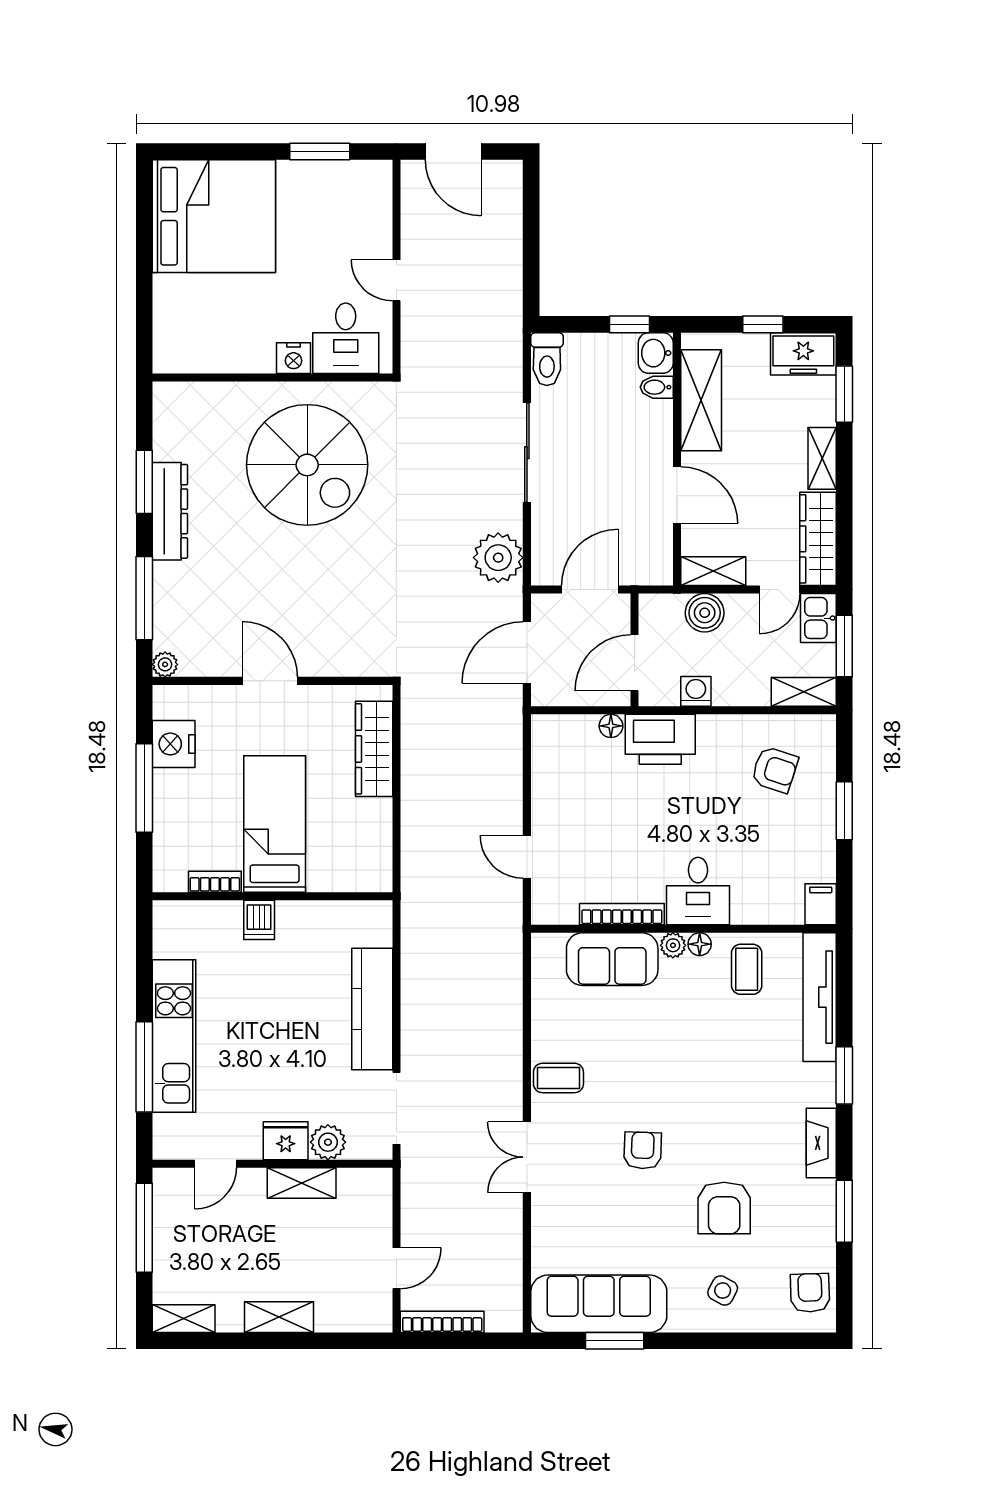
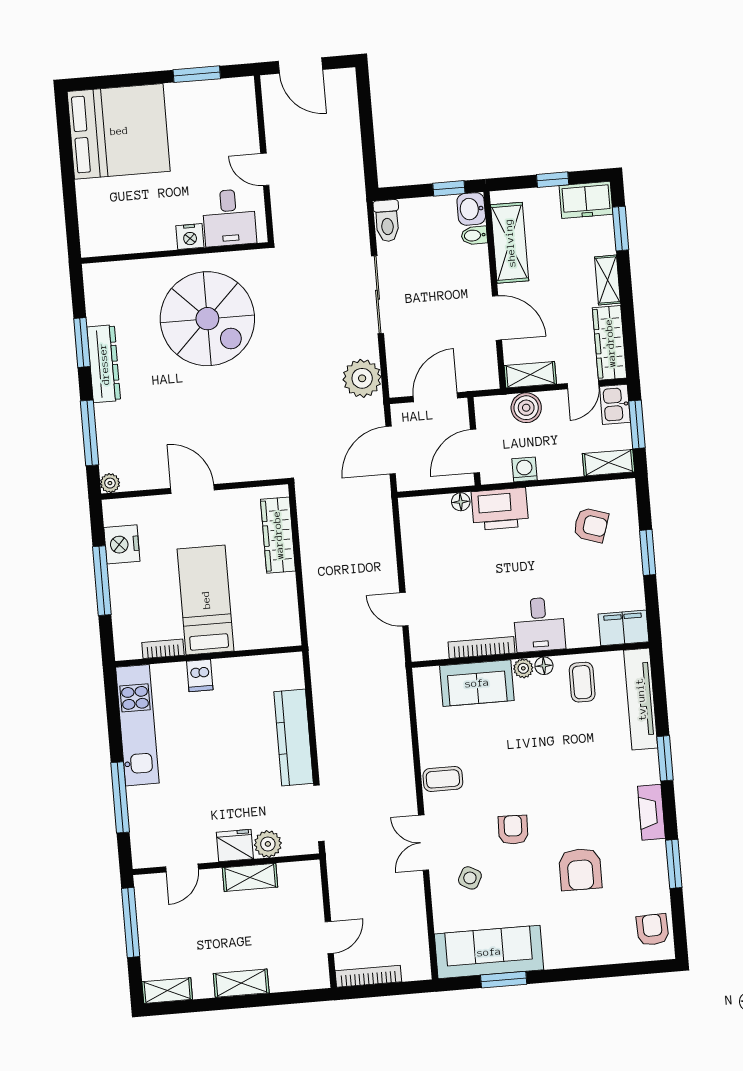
filing cabinet: (821, 904) -> (623, 628), width x2.00
kitchen unit: (174, 1036) -> (137, 725), moved
side table: (723, 1290) -> (470, 878), moved

